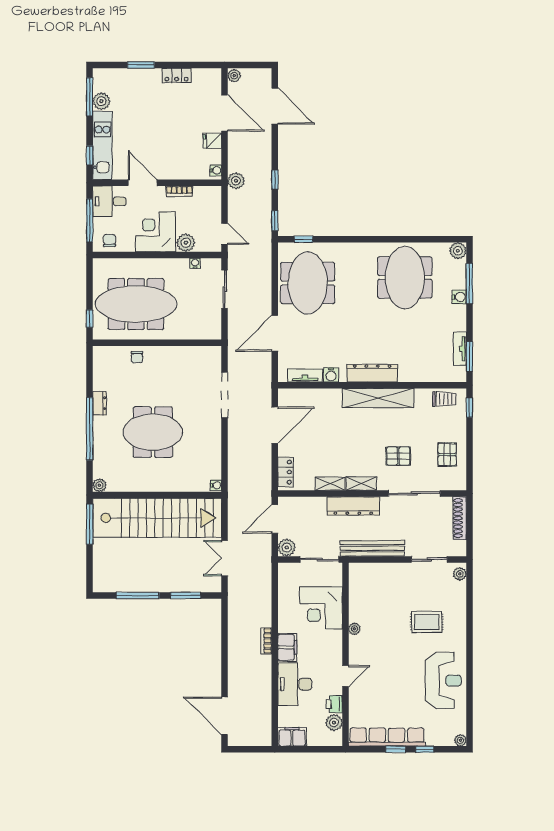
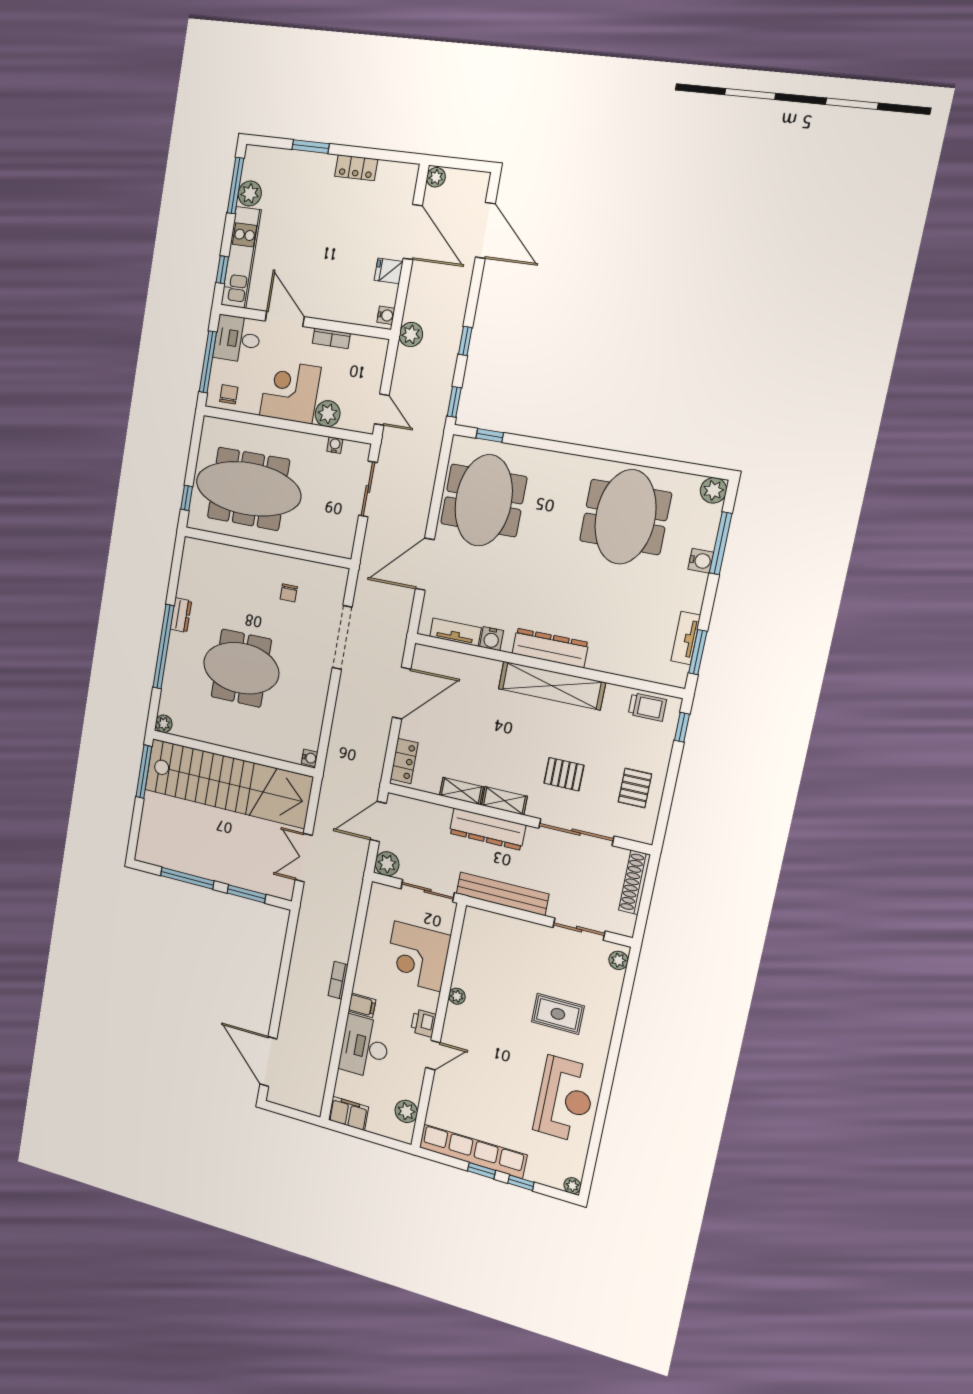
chair: (137, 357) -> (289, 593), moved
filing cabinet: (287, 647) -> (362, 1005), width x0.50
printer: (334, 704) -> (423, 1023), moved

